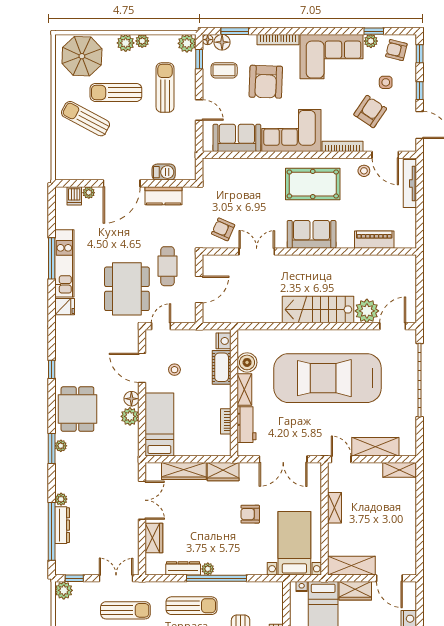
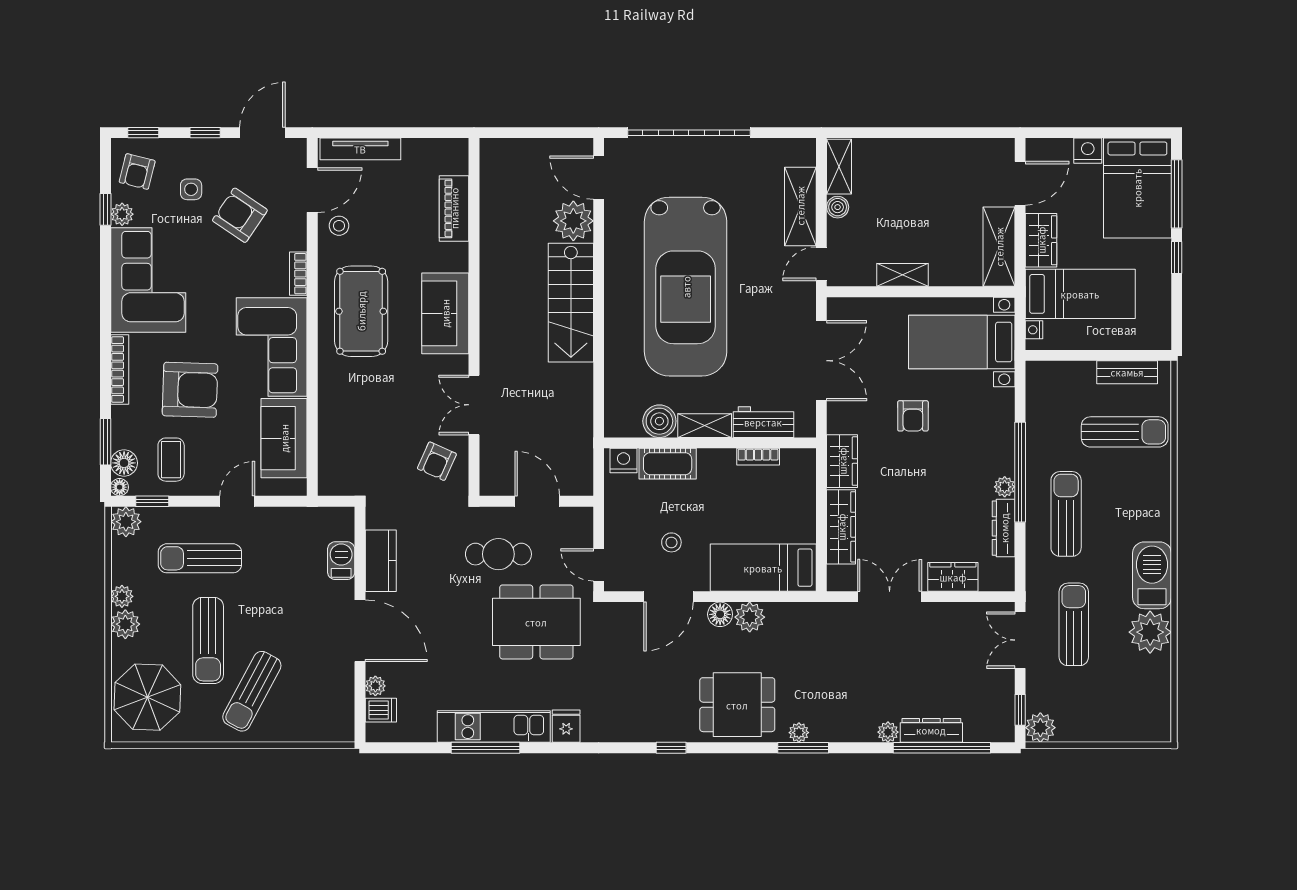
bookcase: (343, 146) -> (298, 274), width x0.64
boiler: (375, 469) -> (838, 207), added

